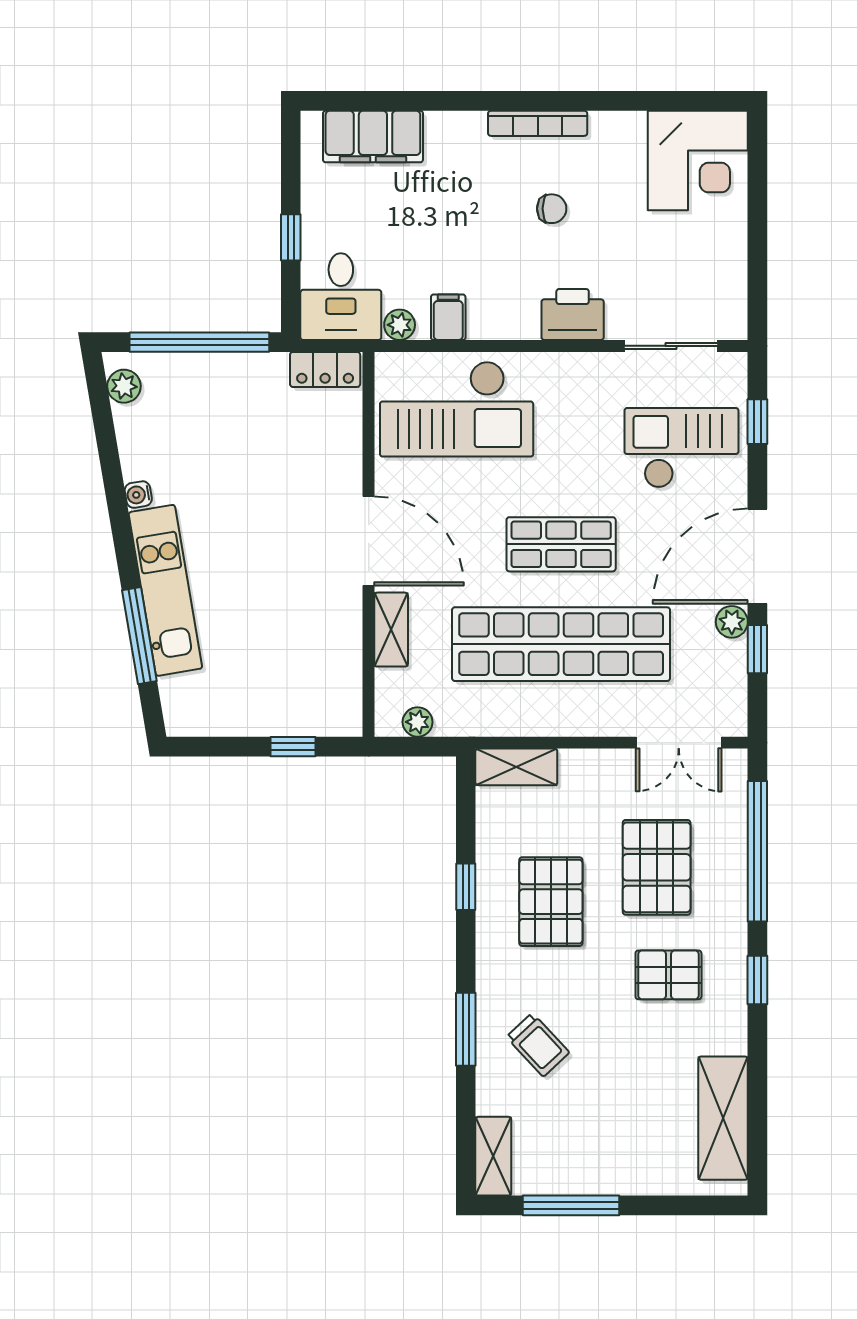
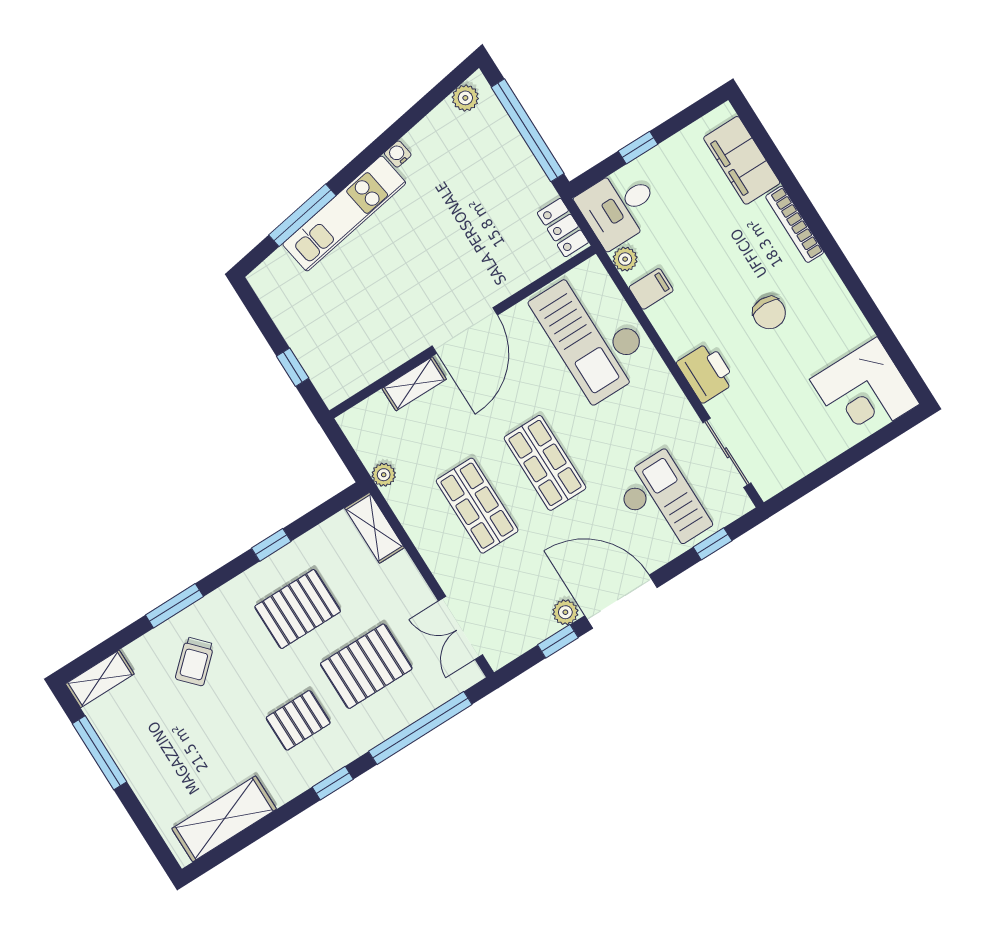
bookcase: (538, 123) -> (795, 224), moved
chair: (552, 209) -> (769, 313), width x1.37, depth x1.37
shop shelf: (561, 644) -> (477, 506), width x0.50, depth x0.74
plant: (418, 722) -> (384, 475), moved
pallet: (668, 975) -> (298, 720), turned 90

